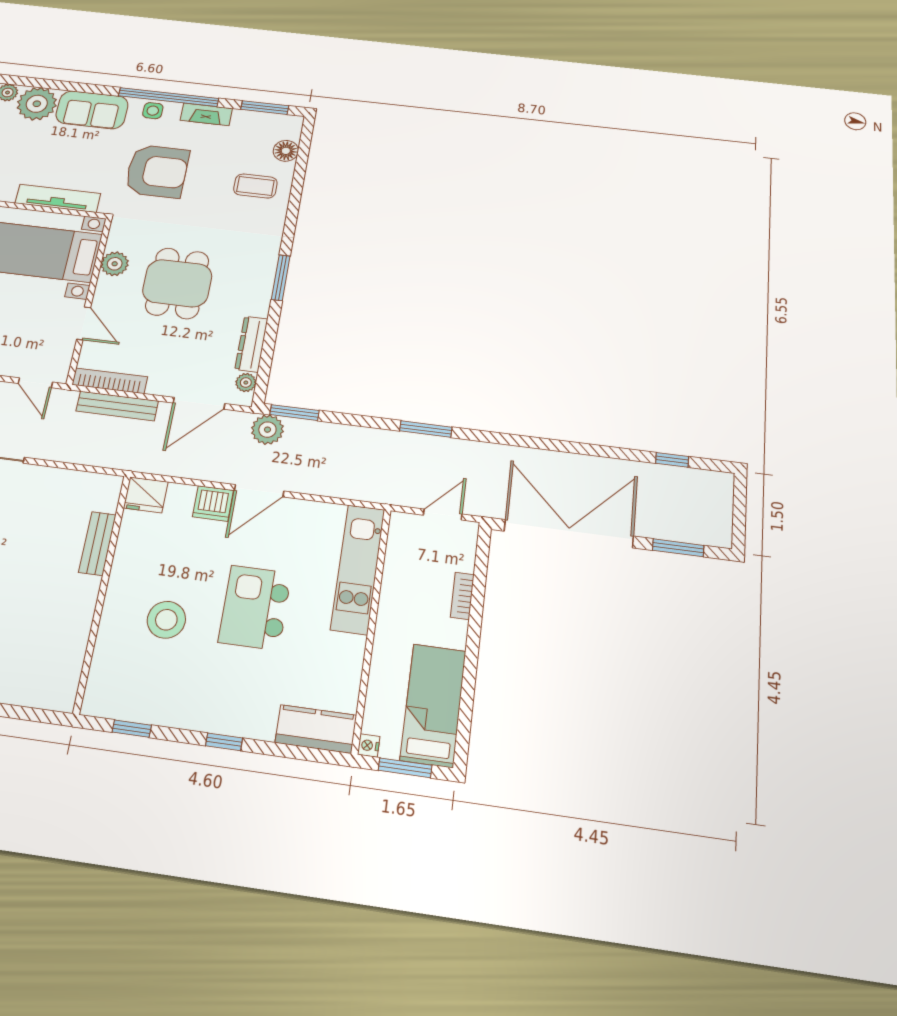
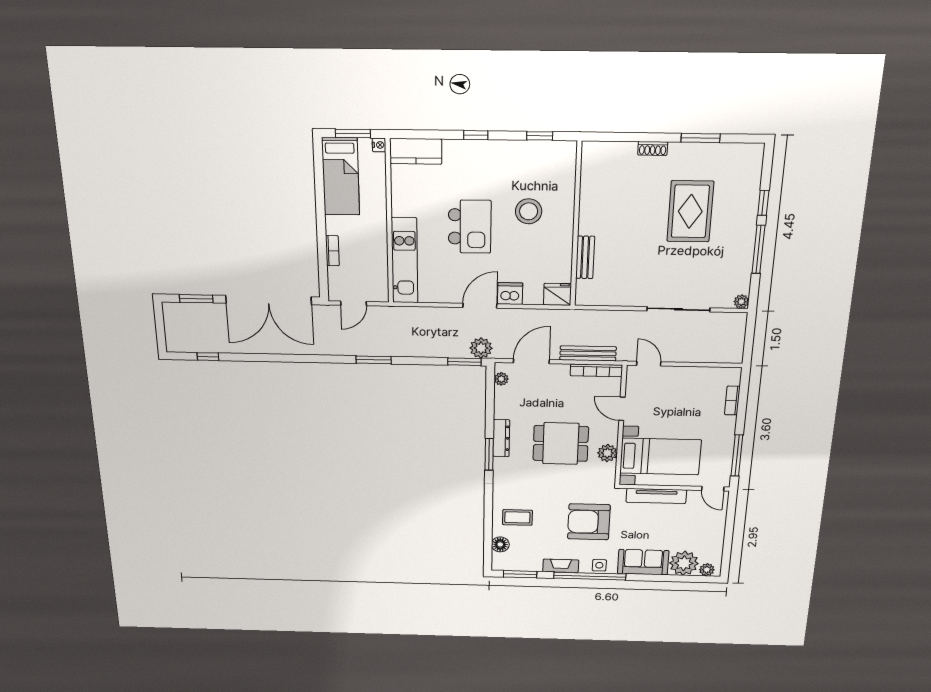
dining table: (177, 283) -> (561, 443), turned 90
dresser: (251, 344) -> (501, 438), moved

